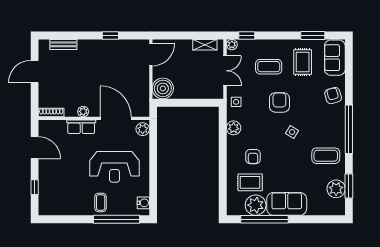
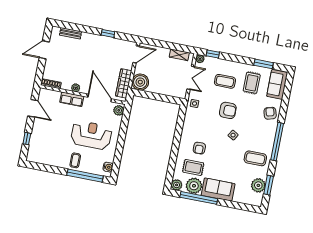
wardrobe: (142, 94) -> (124, 83), added
armchair: (279, 102) -> (228, 110), turned 90
plant: (234, 128) -> (177, 185), moved
reception desk: (114, 167) -> (91, 135), turned 180

